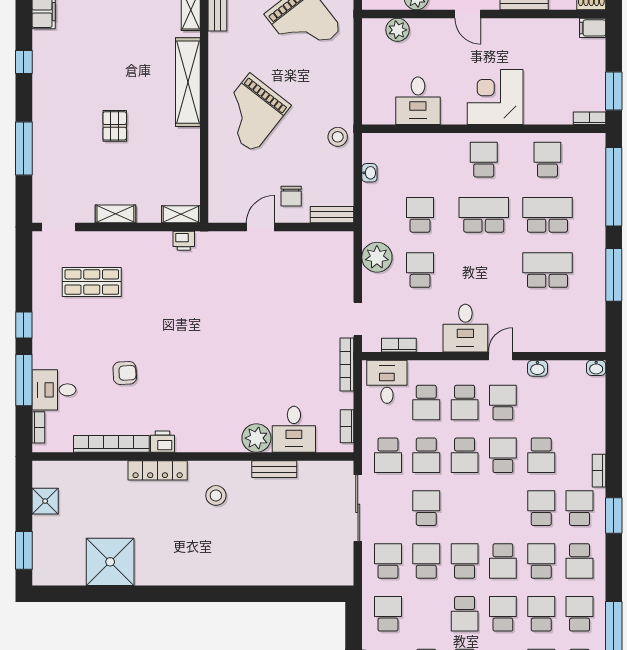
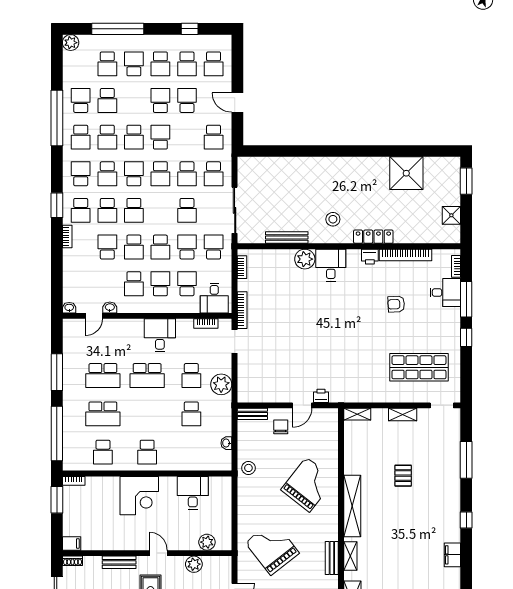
school desk: (484, 215) -> (147, 376), moved
printer: (184, 241) -> (321, 396), moved
shop shelf: (92, 282) -> (419, 367), width x1.43, depth x1.36
door: (501, 356) -> (94, 316), moved
desk: (294, 429) -> (331, 265), moved
school desk: (465, 455) -> (160, 247), turned 180
bench: (274, 469) -> (287, 237), width x1.36
school desk: (503, 508) -> (134, 210), added

